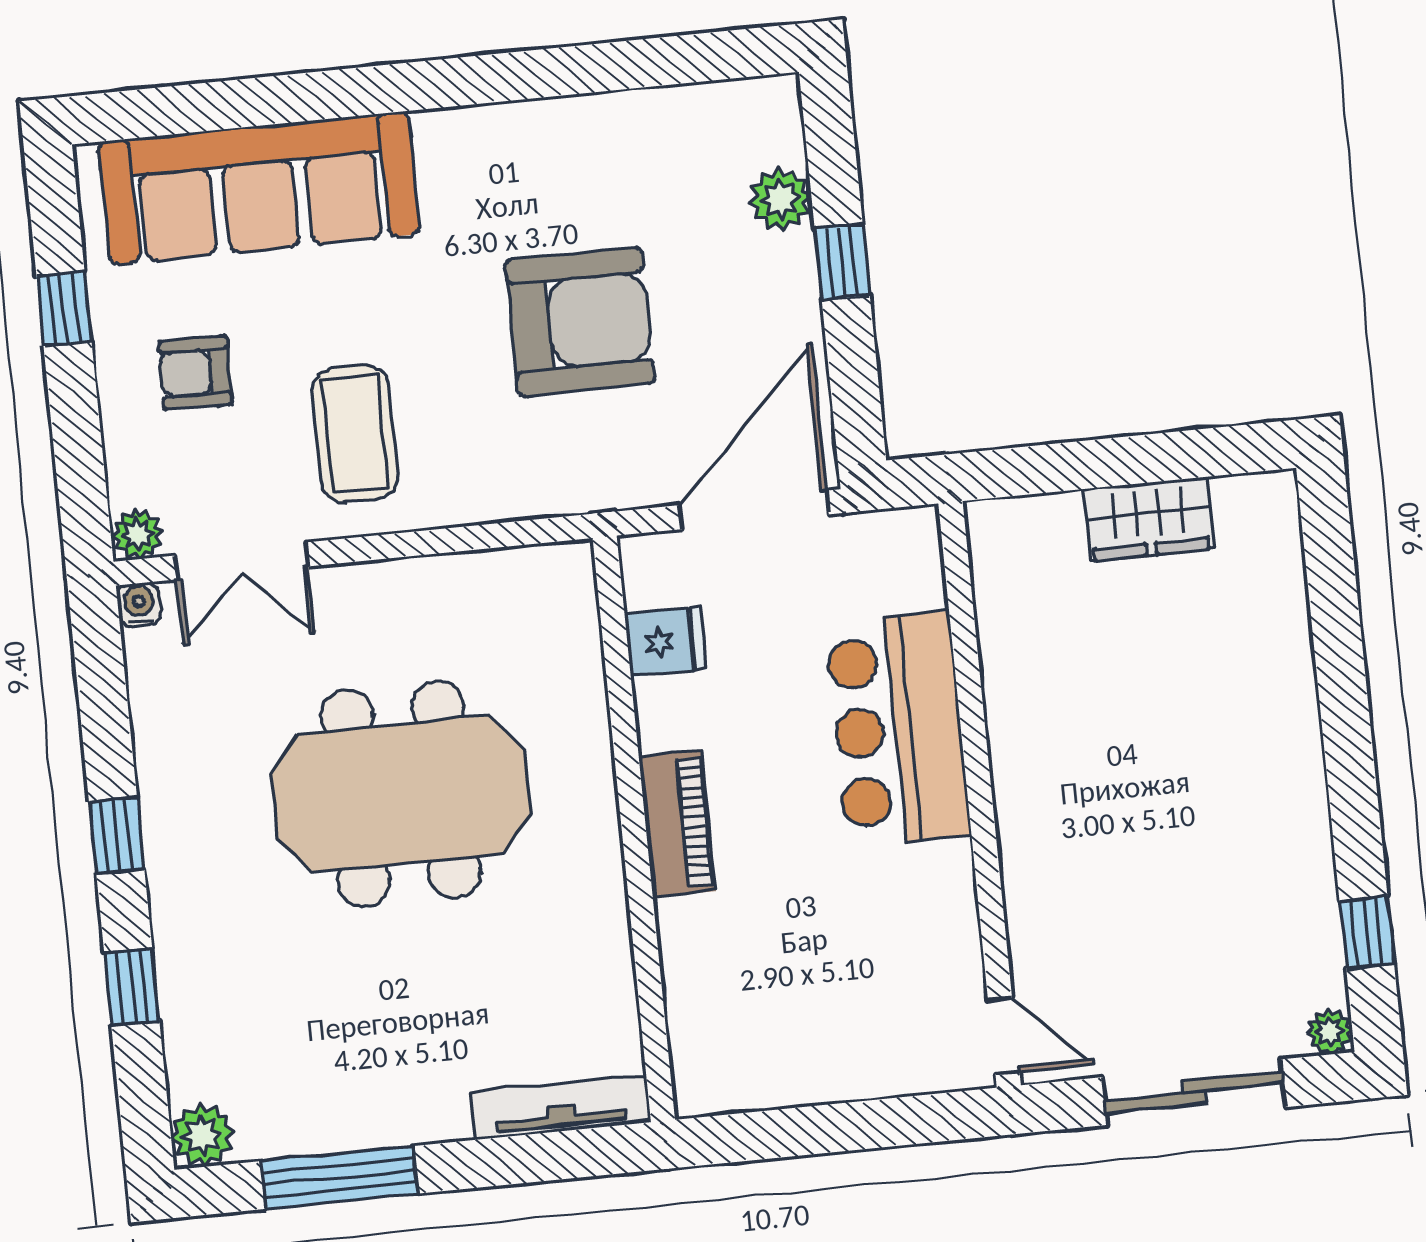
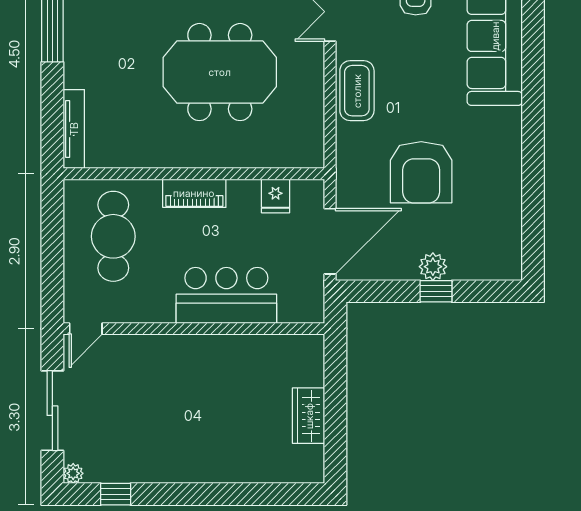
plant: (780, 199) -> (433, 267), moved
coffee table: (355, 434) -> (357, 91), moved, turned 90
door: (754, 510) -> (330, 241), hinge flipped
meeting table: (401, 794) -> (220, 72), turned 90
cafe table: (791, 995) -> (113, 236), added

